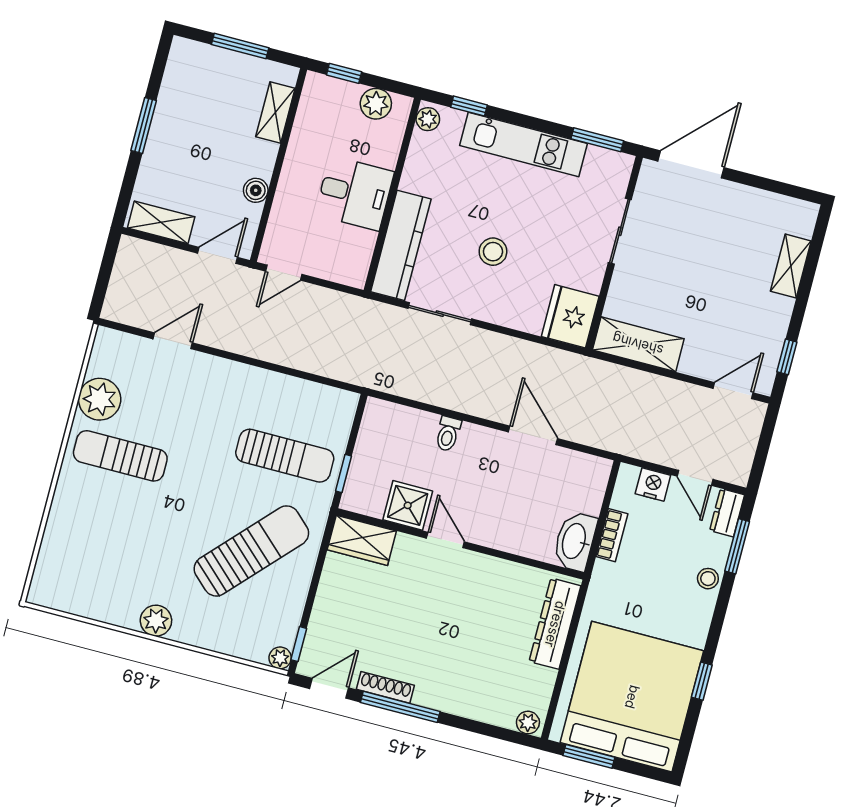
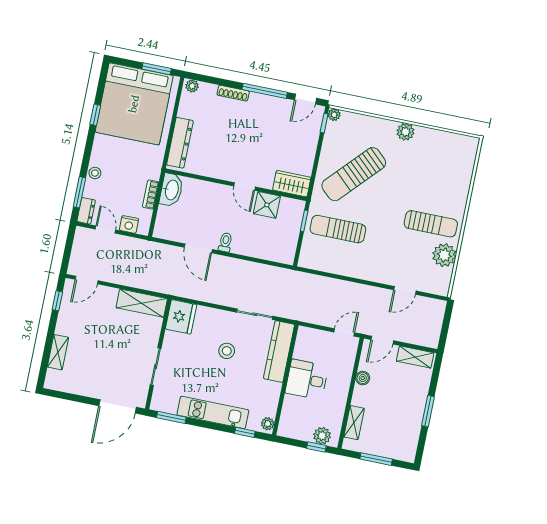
plant: (376, 104) -> (322, 436), moved
toilet: (448, 434) -> (225, 242), moved
shoe rack: (385, 687) -> (233, 93), moved

